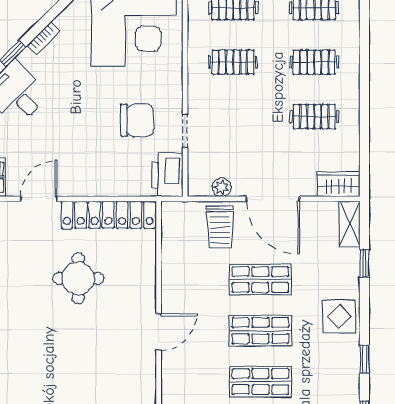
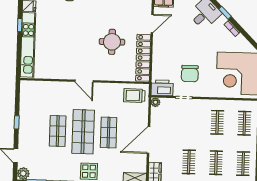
plant: (222, 187) -> (155, 102), moved
door: (39, 199) -> (152, 23), hinge flipped
trolley: (220, 227) -> (134, 96), moved
shop shelf: (260, 331) -> (83, 132), width x1.43, depth x1.36

